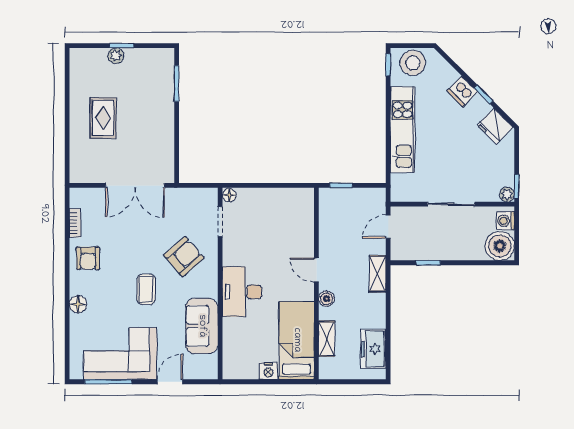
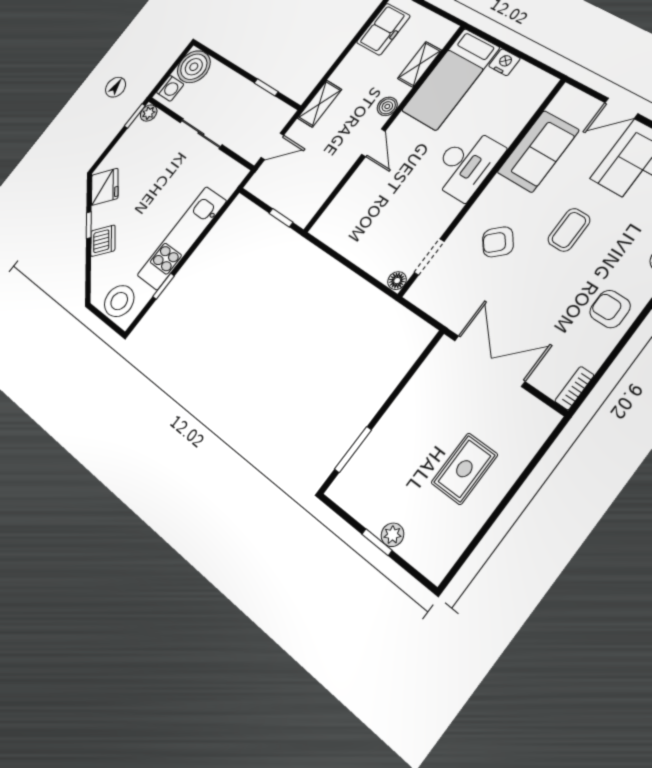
window: (388, 65) -> (164, 286), moved
bookcase: (75, 223) -> (574, 388), moved
armchair: (184, 257) -> (498, 242), width x0.72, depth x0.72
armchair: (88, 258) -> (610, 309), turned -90

